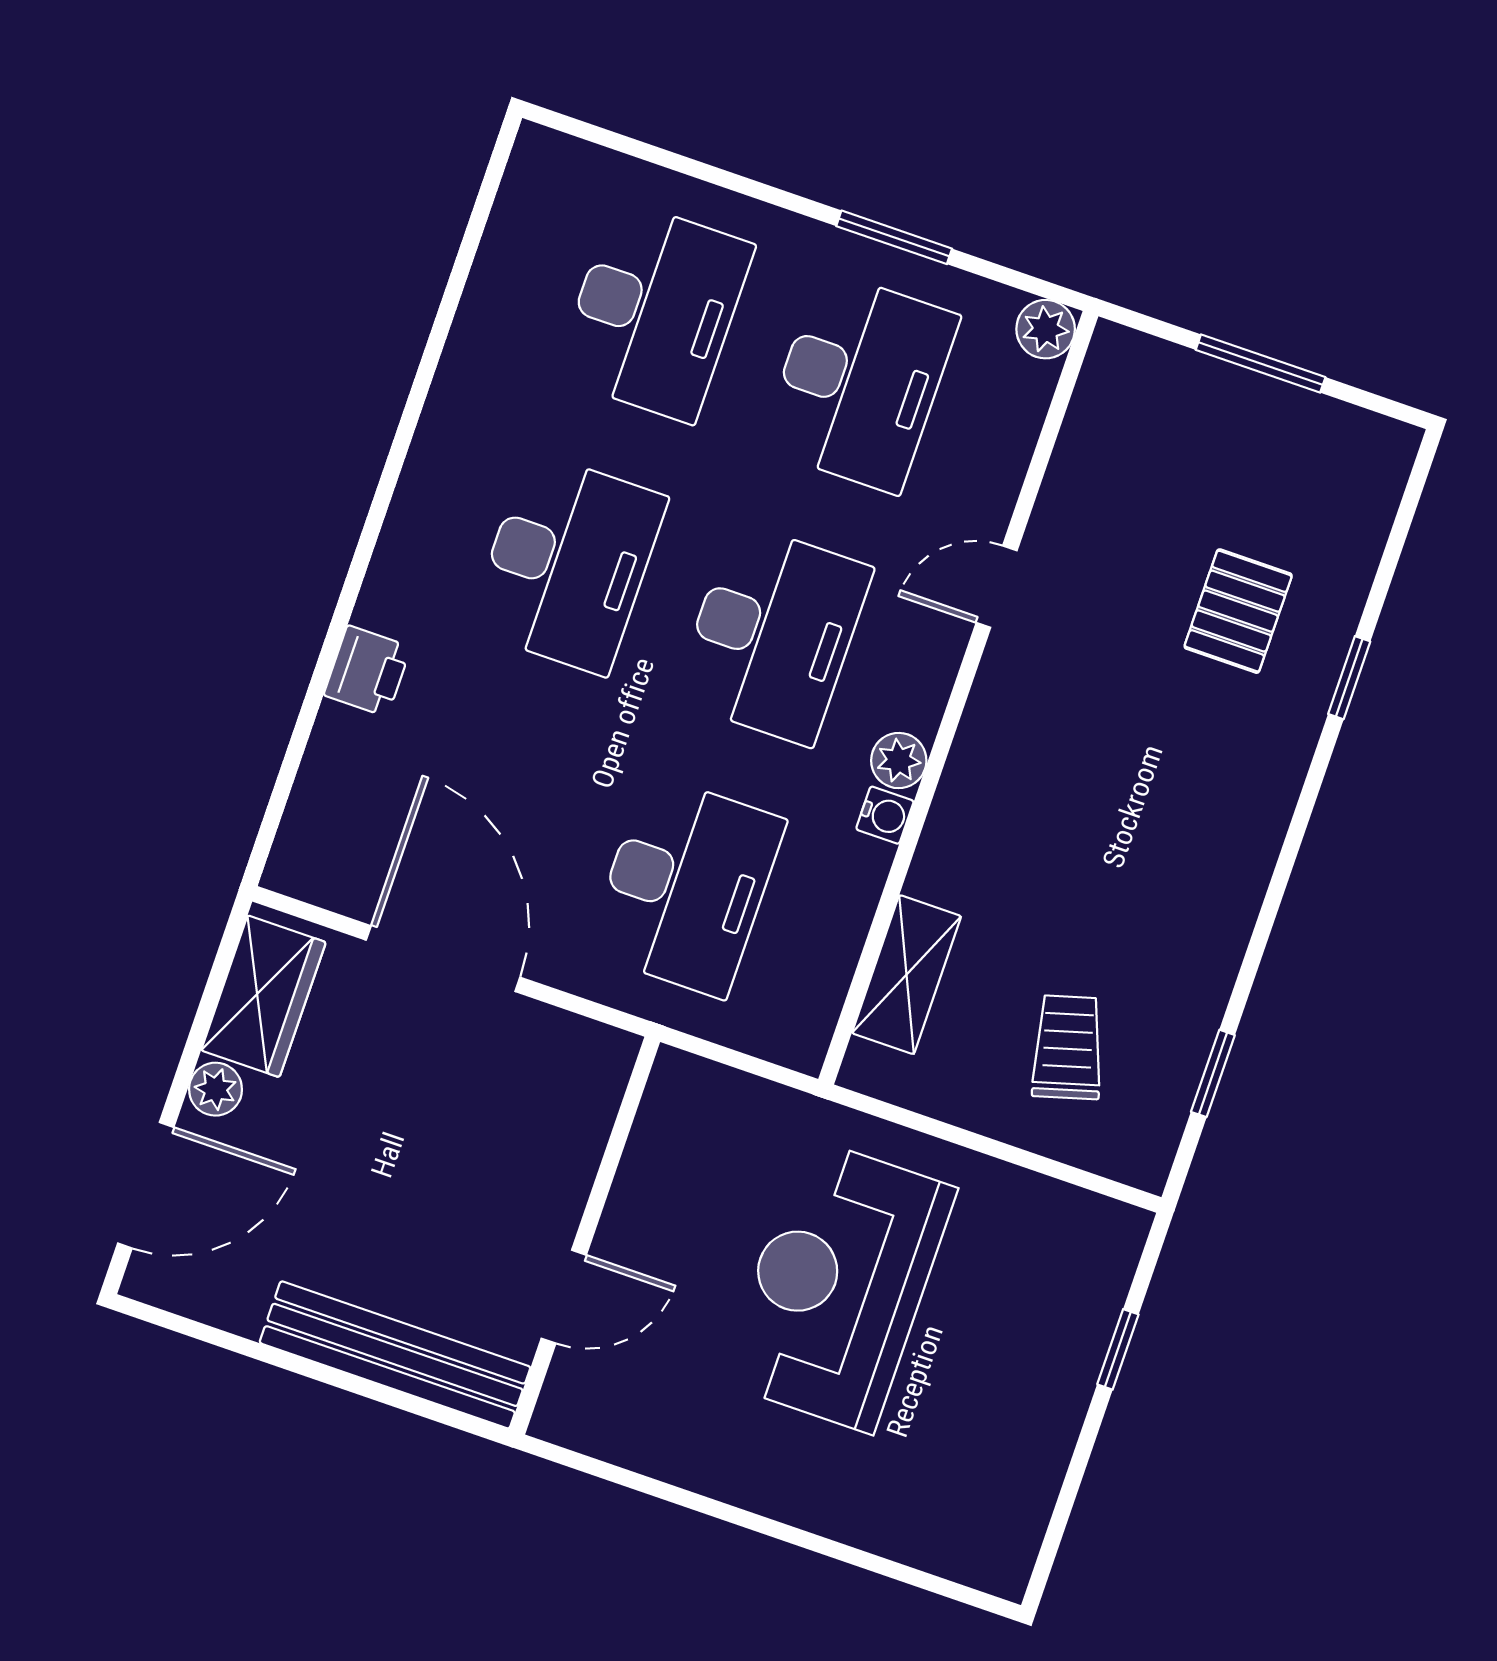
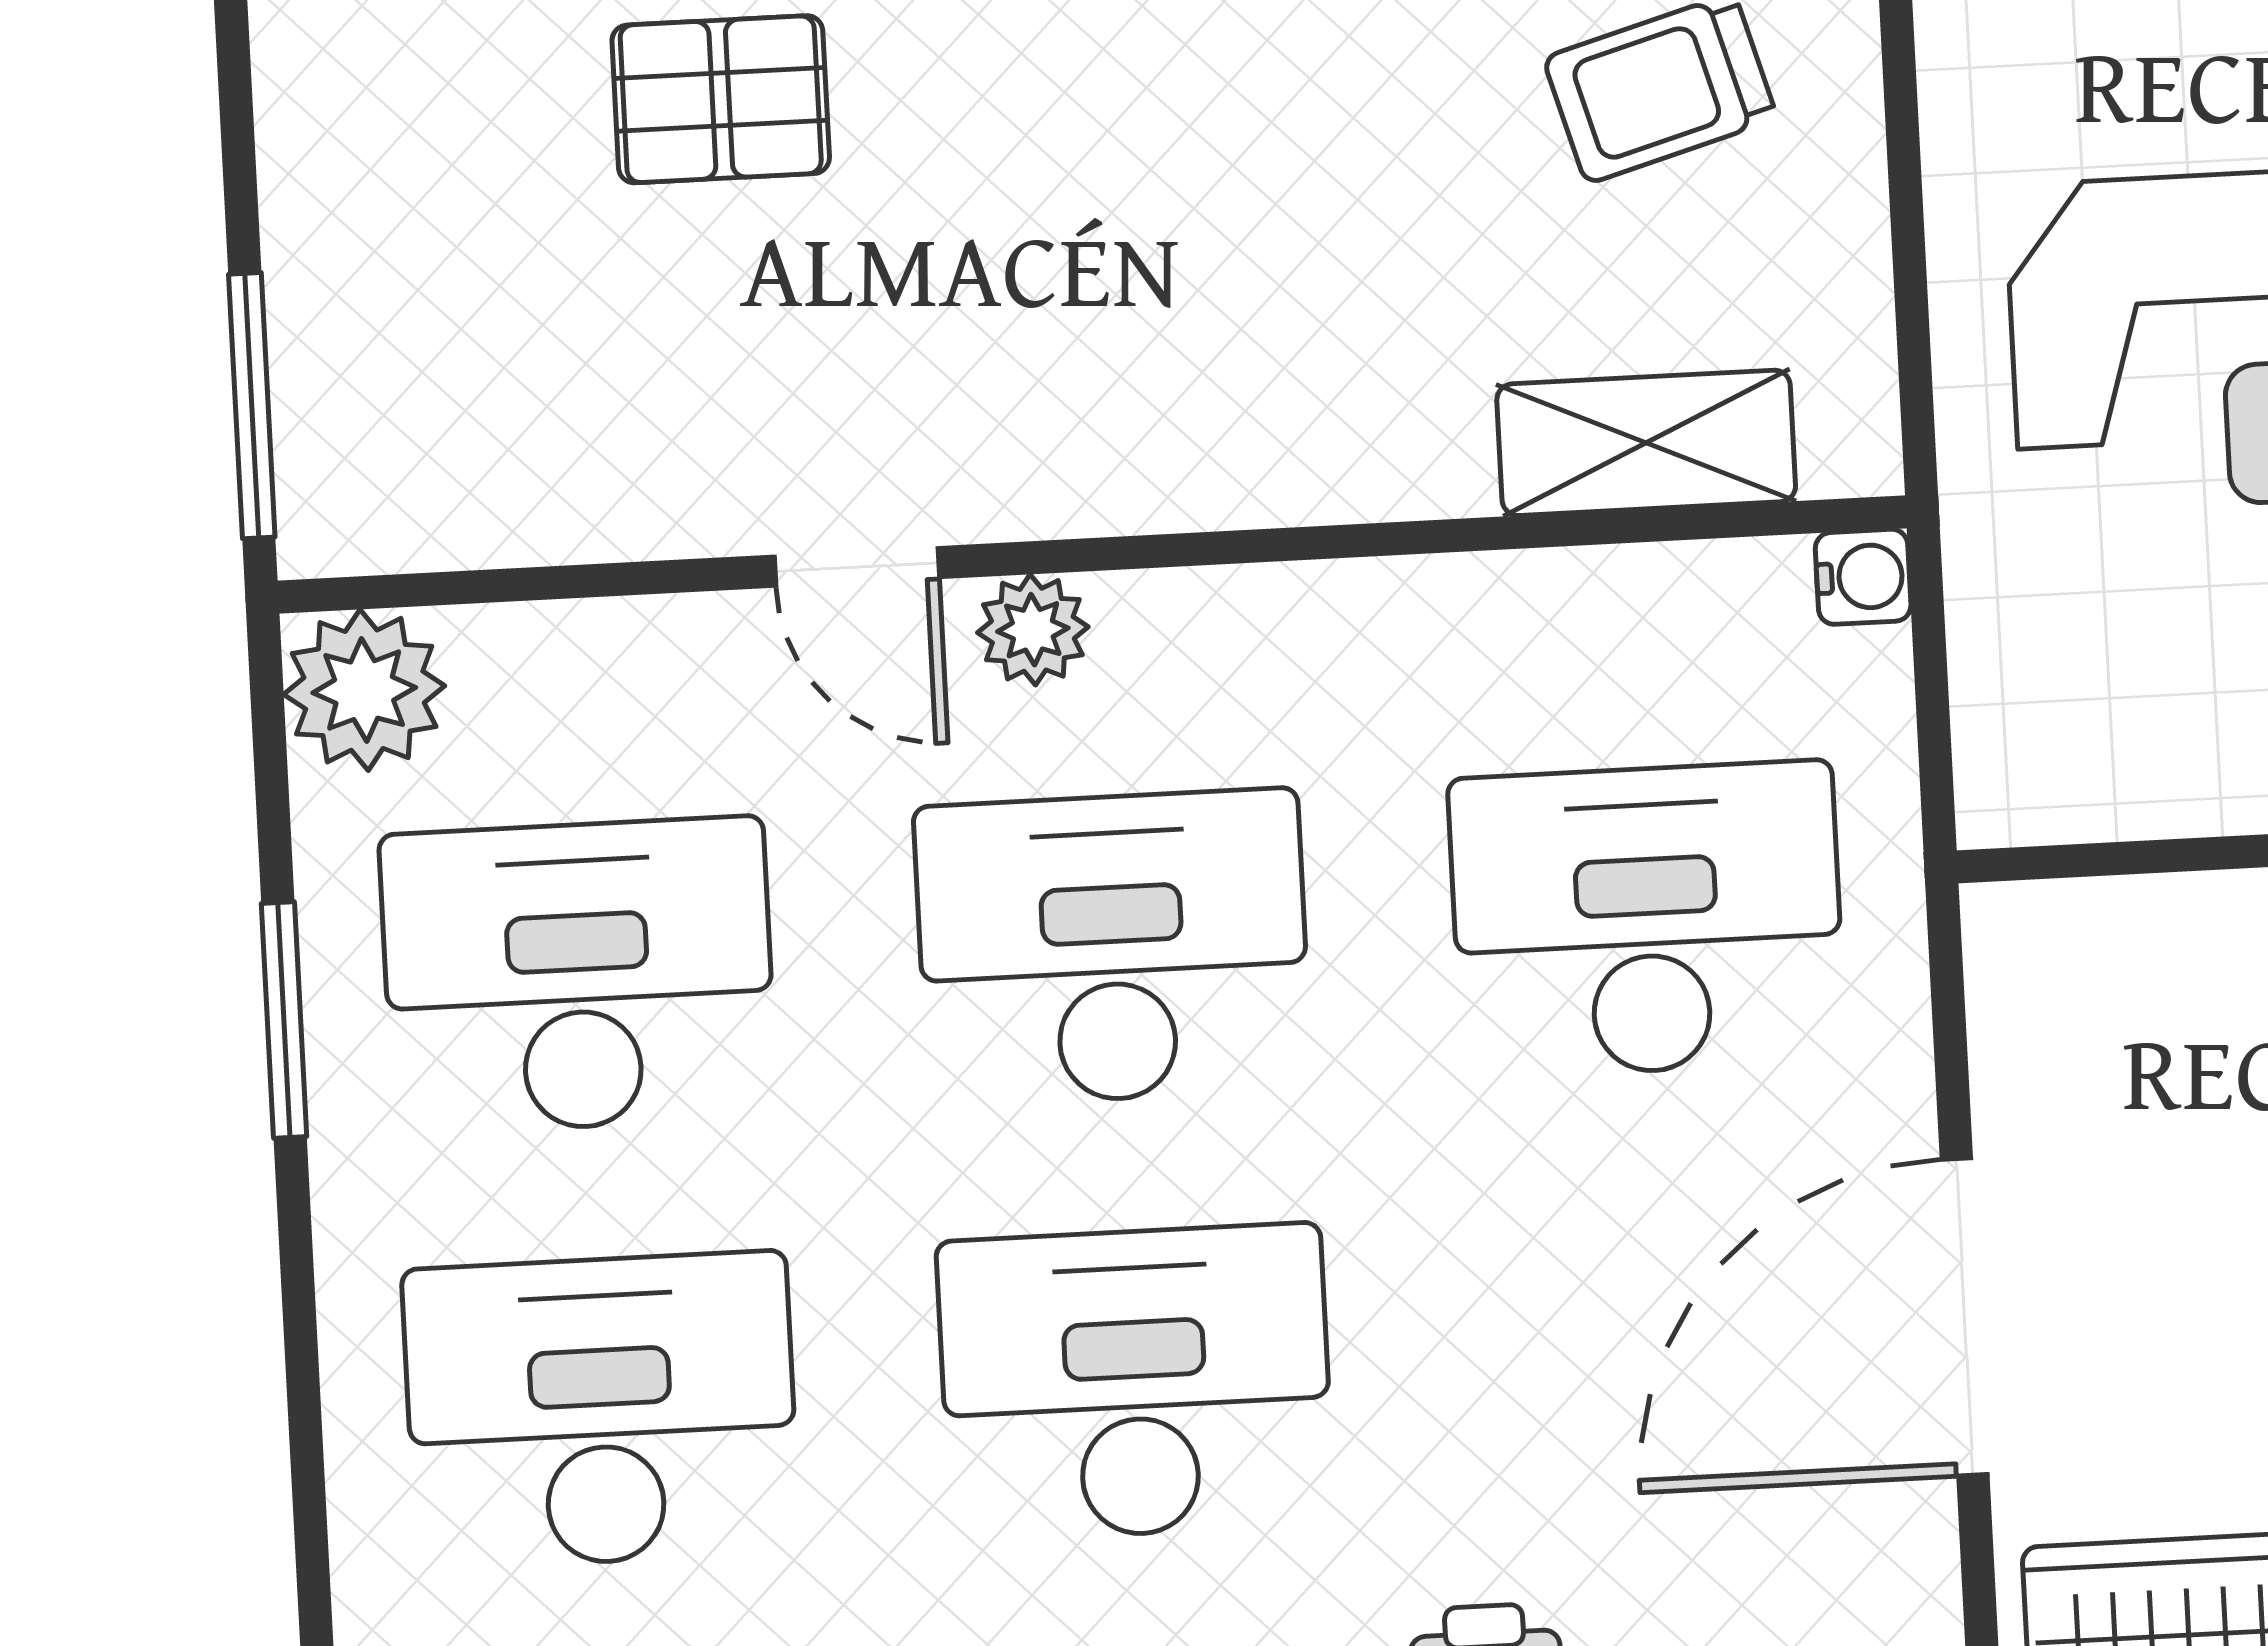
plant: (1046, 329) -> (364, 690), width x1.38, depth x1.38
window: (1261, 364) -> (252, 406), moved
plant: (899, 761) -> (1033, 630), moved
water cooler: (885, 815) -> (1863, 577), moved, turned 90

